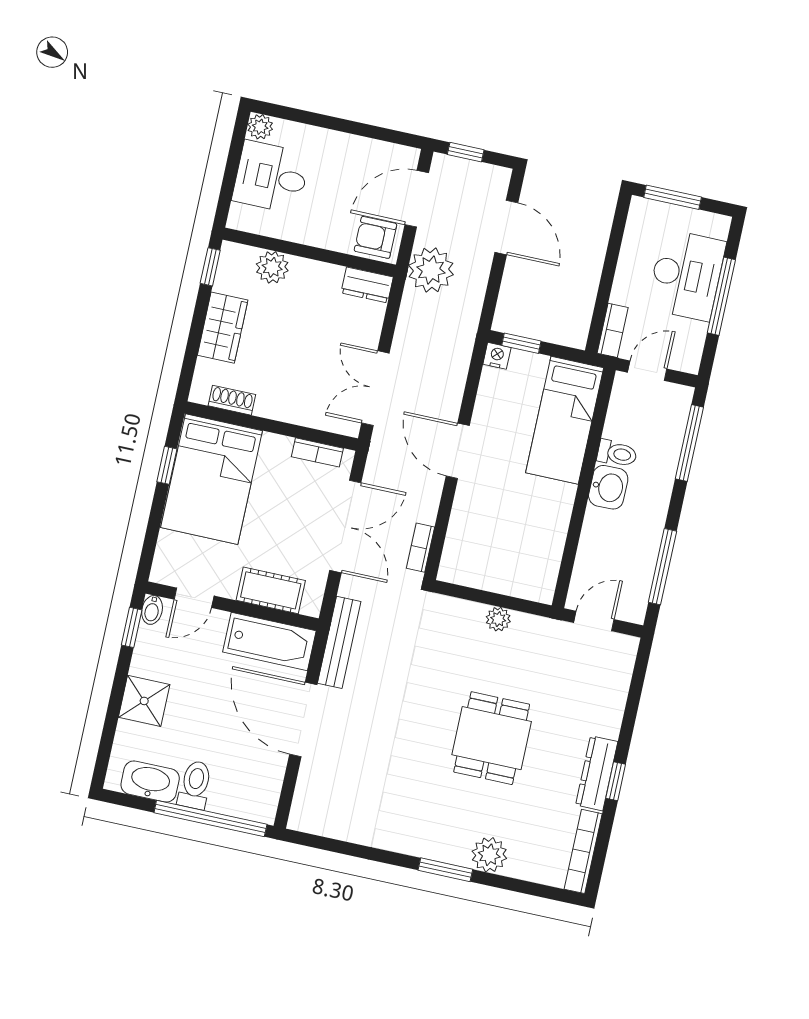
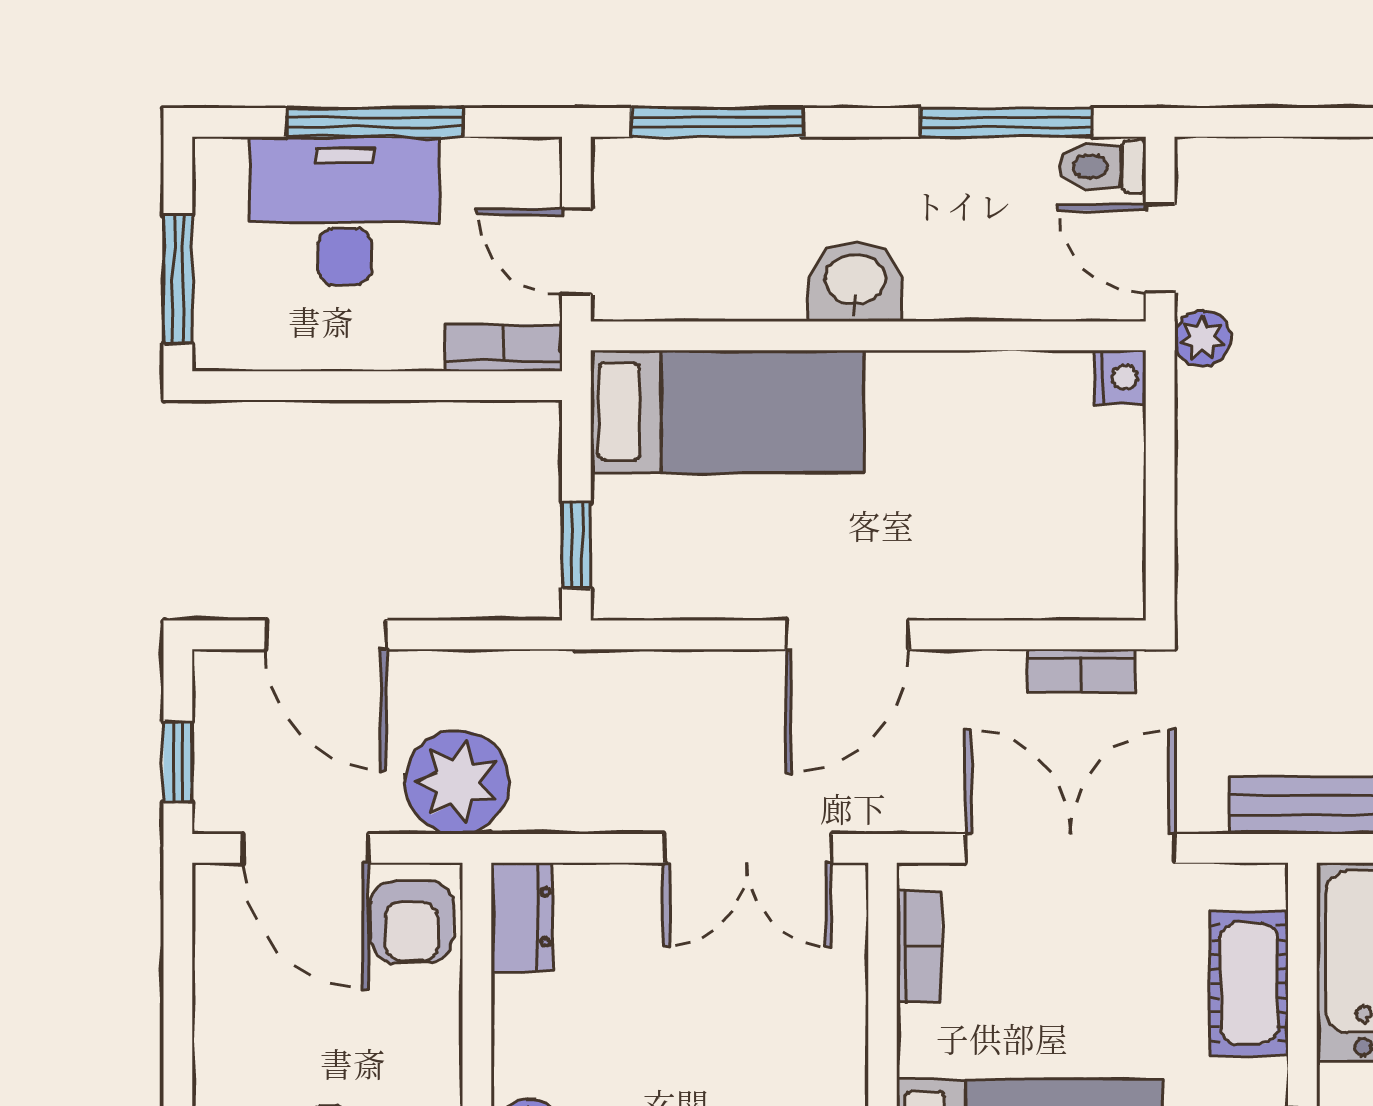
door: (506, 227) -> (326, 635), swing flipped
nightstand: (497, 356) -> (1120, 377), moved, turned 180
toilet: (617, 454) -> (1103, 167), moved, turned -90
plant: (498, 619) -> (1202, 339), moved

